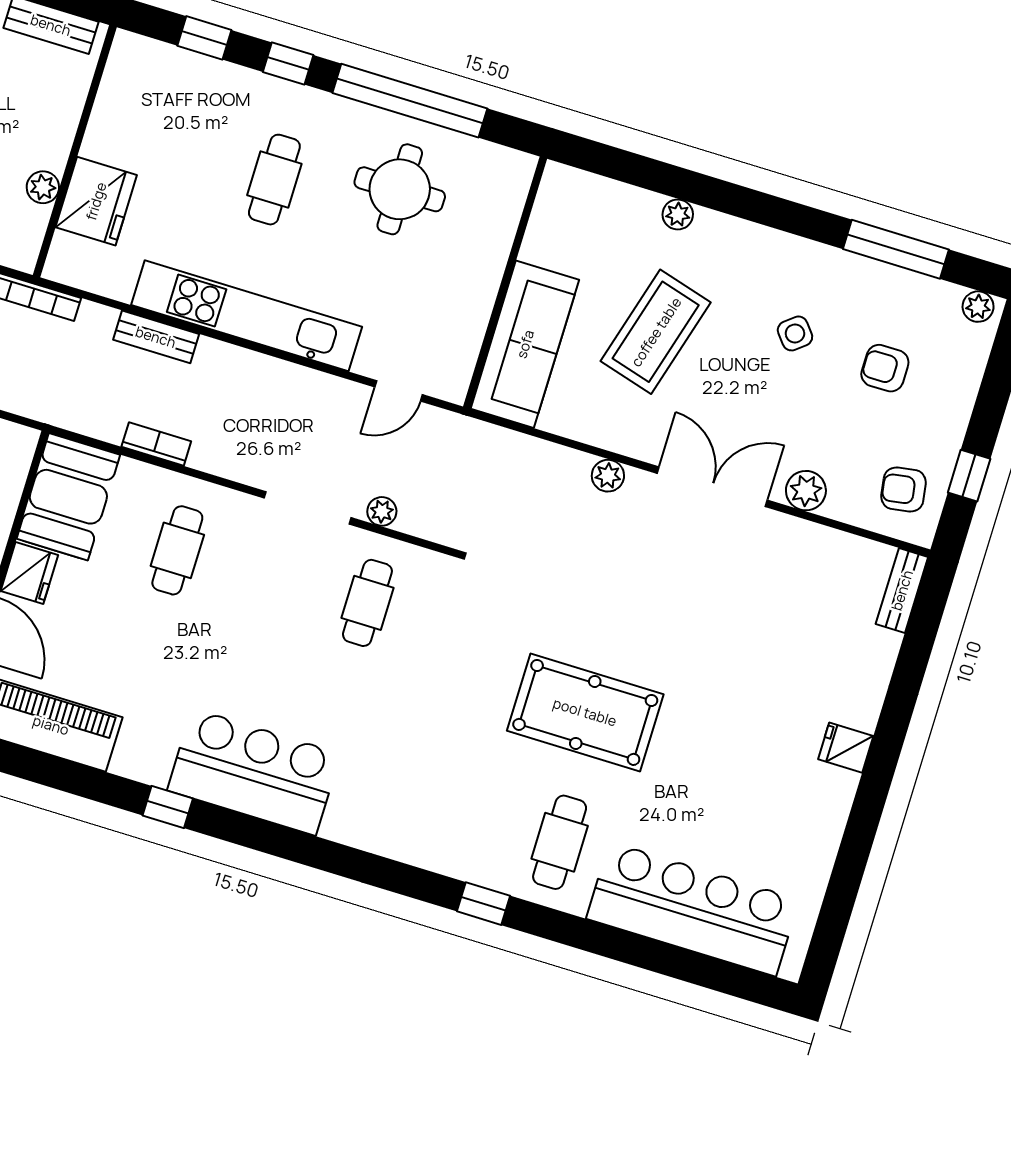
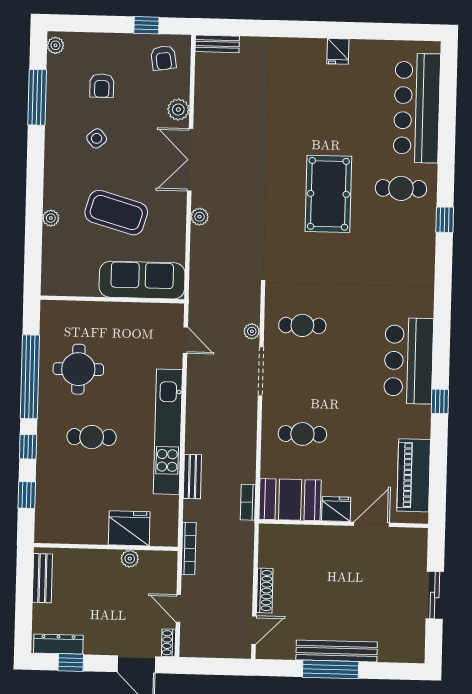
bookcase: (156, 444) -> (248, 502), moved
fridge: (846, 748) -> (338, 51), moved

